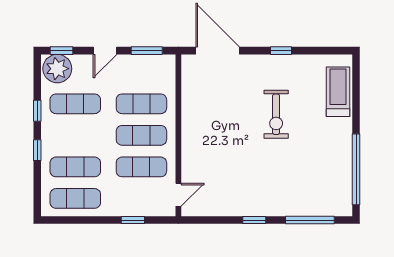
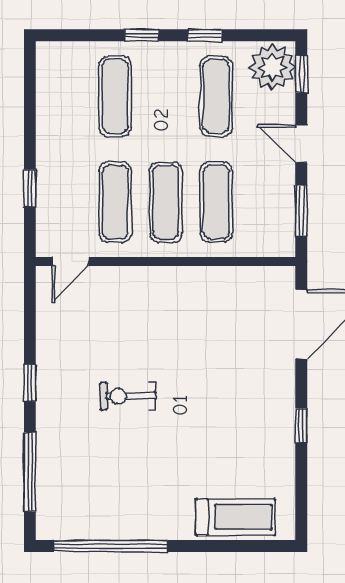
exercise bike: (276, 114) -> (128, 396), moved, width x0.73, depth x0.72
door: (178, 195) -> (70, 261), hinge flipped
exercise mat: (75, 198) -> (65, 96), removed

